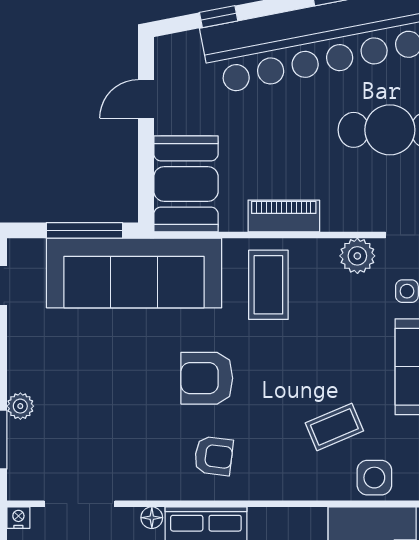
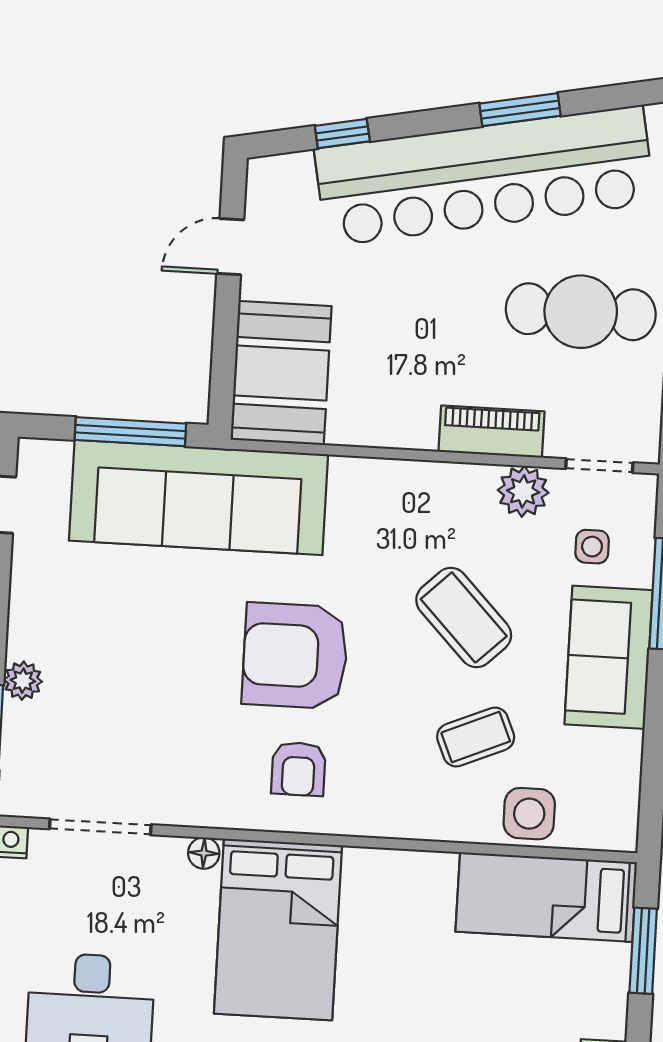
piano: (284, 216) -> (492, 432), moved
coffee table: (268, 285) -> (464, 618), moved, turned -44
armchair: (207, 378) -> (295, 656), width x1.36, depth x1.36
armchair: (214, 456) -> (298, 769), turned 83

